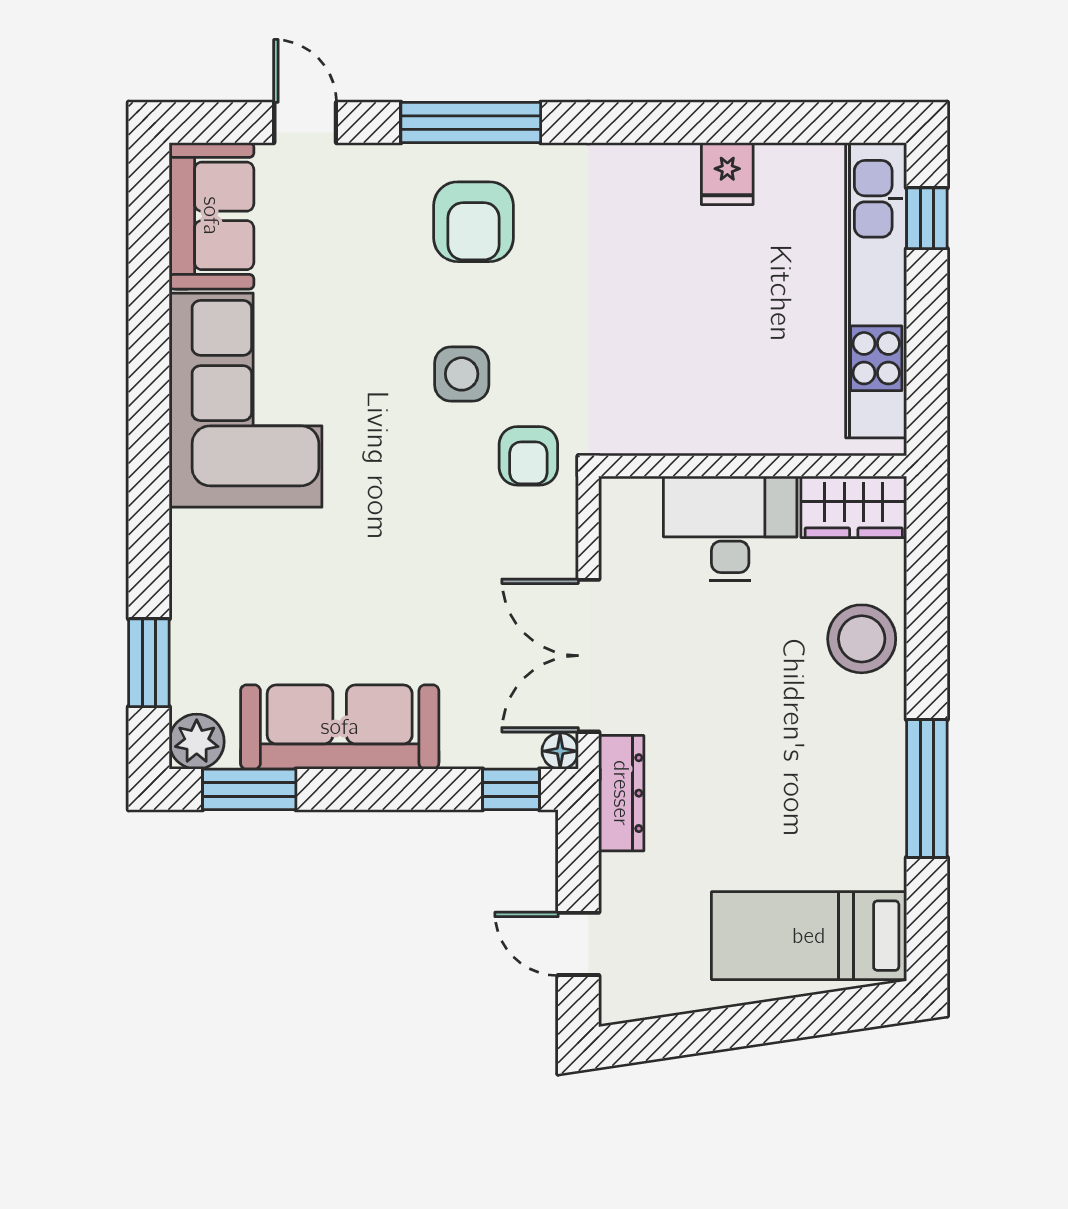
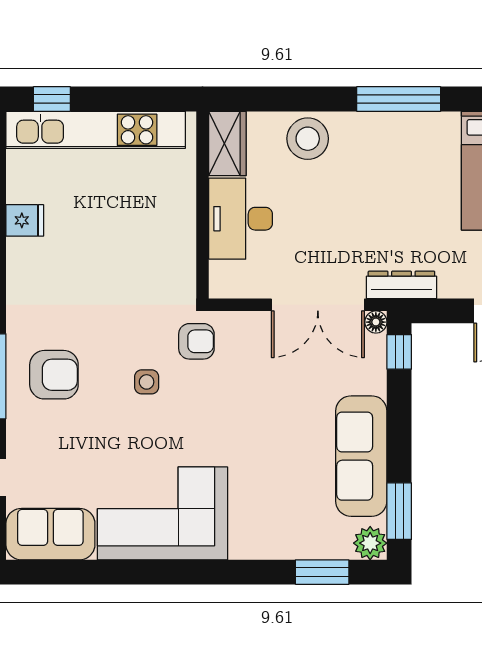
side table: (462, 374) -> (147, 382), width x0.73, depth x0.73

